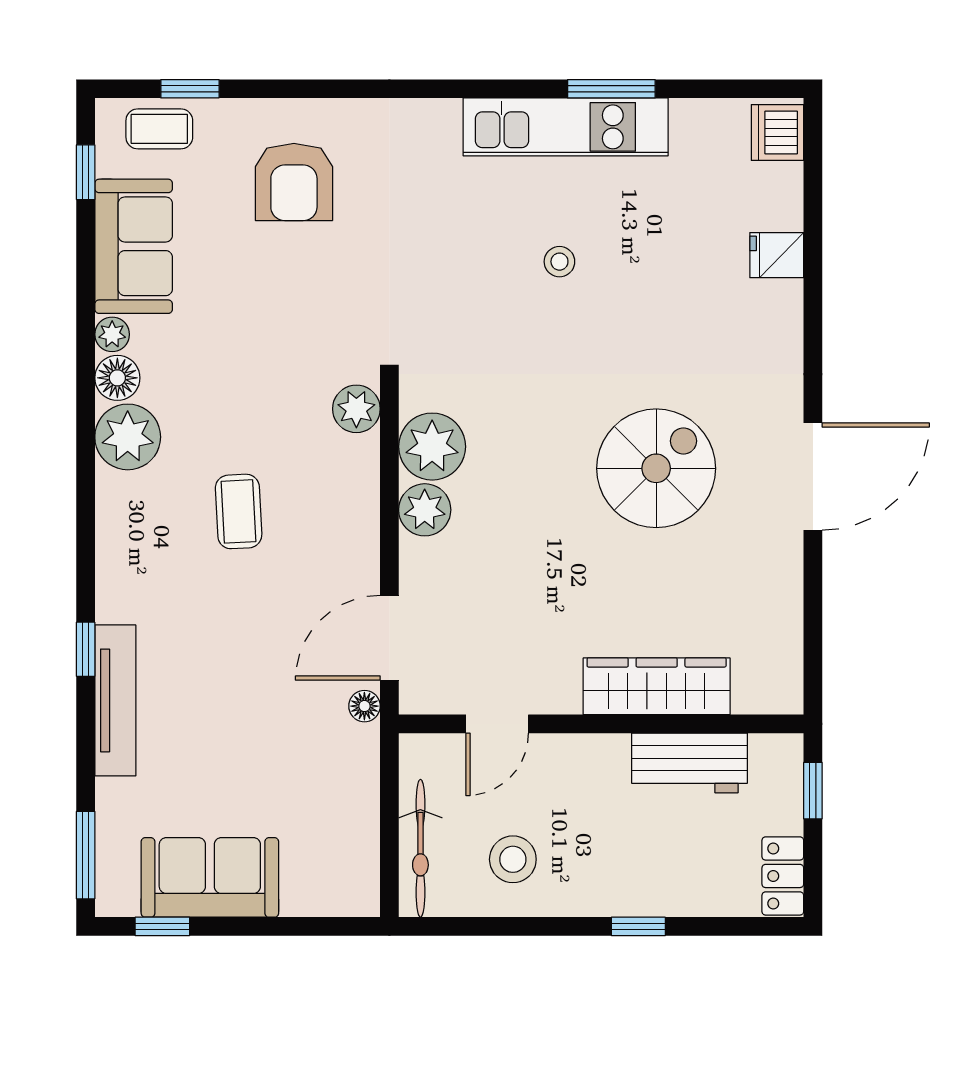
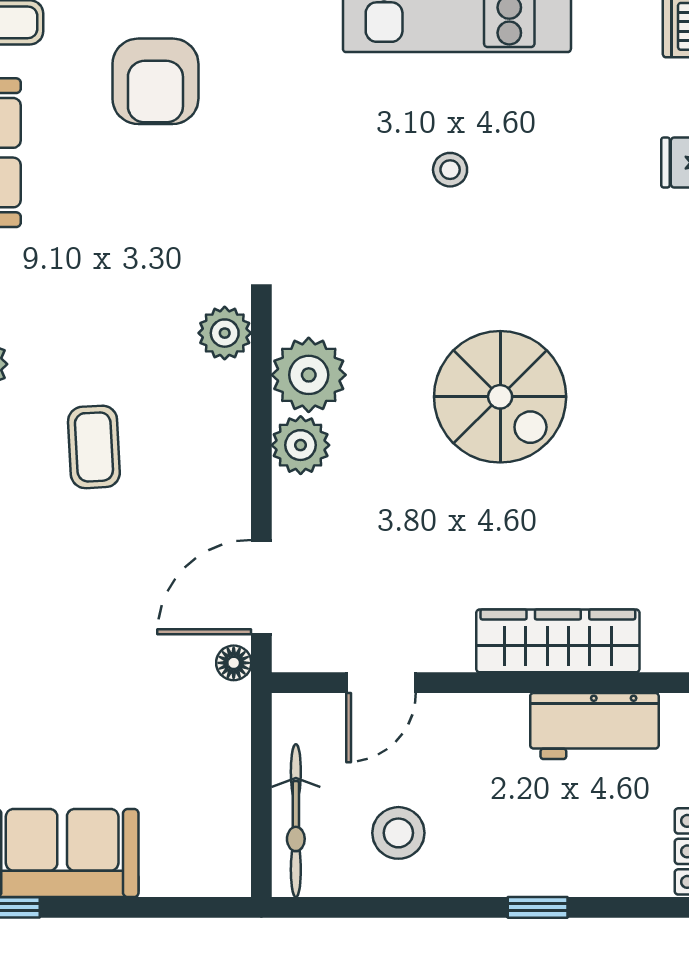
spiral stairs: (656, 468) -> (500, 397), moved, turned 90

